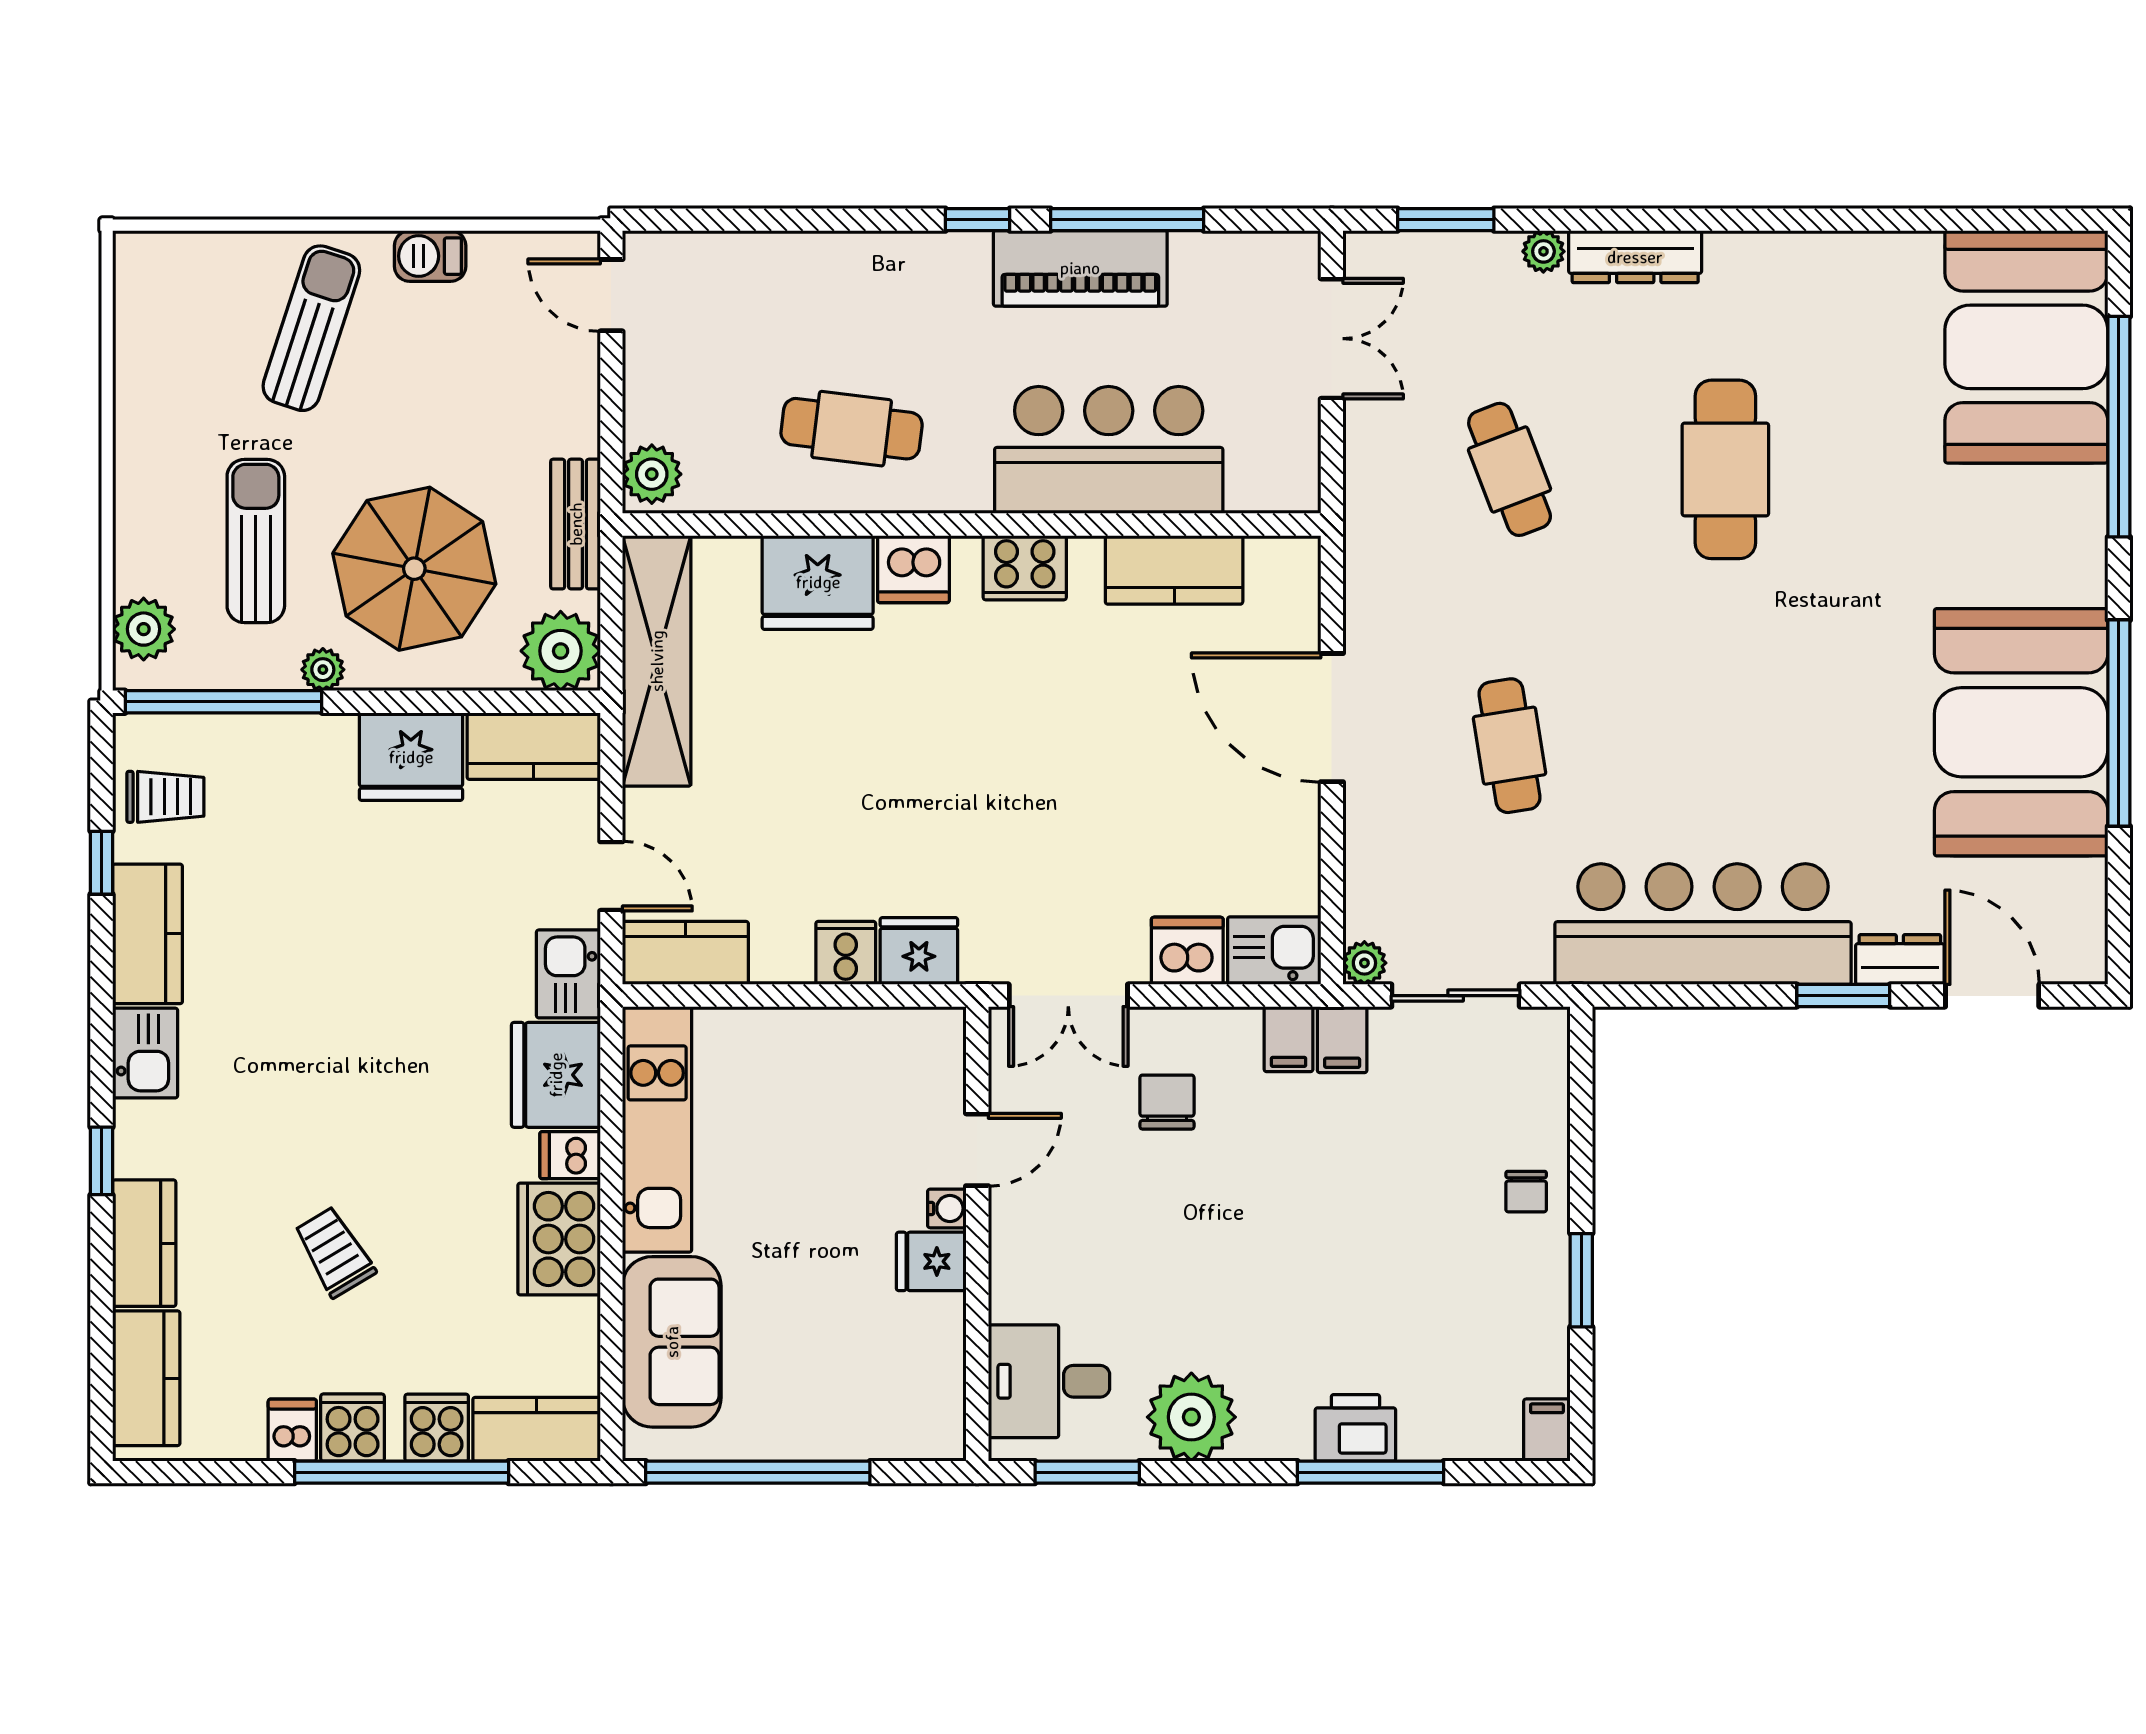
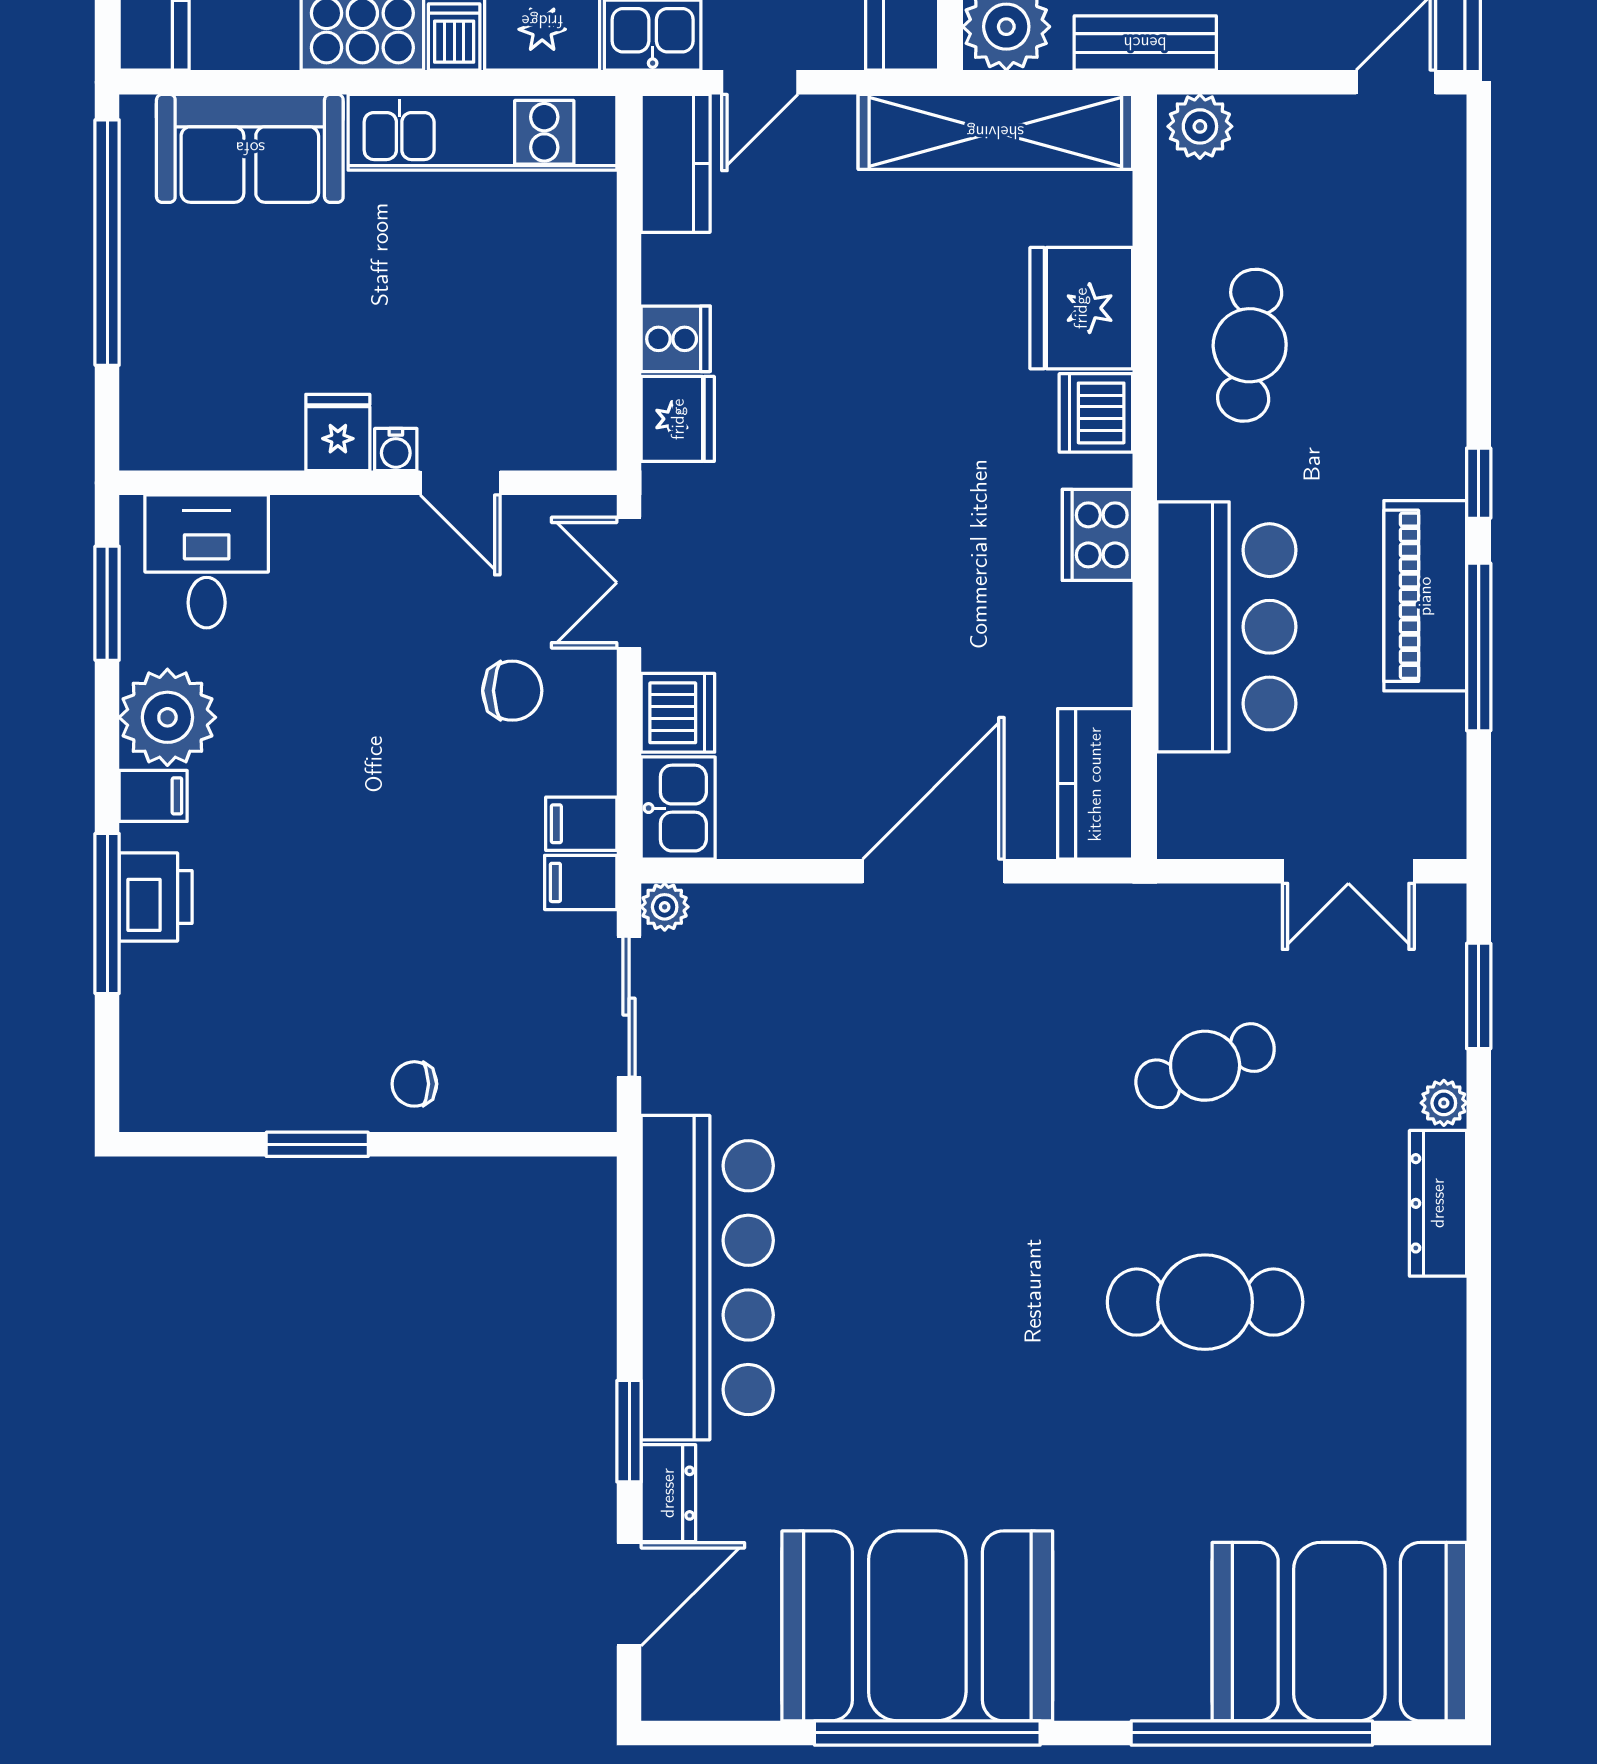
kitchen counter: (1174, 570) -> (1095, 784), moved
cafe table: (1510, 746) -> (903, 1066), removed
filing cabinet: (1547, 1430) -> (153, 796), moved

